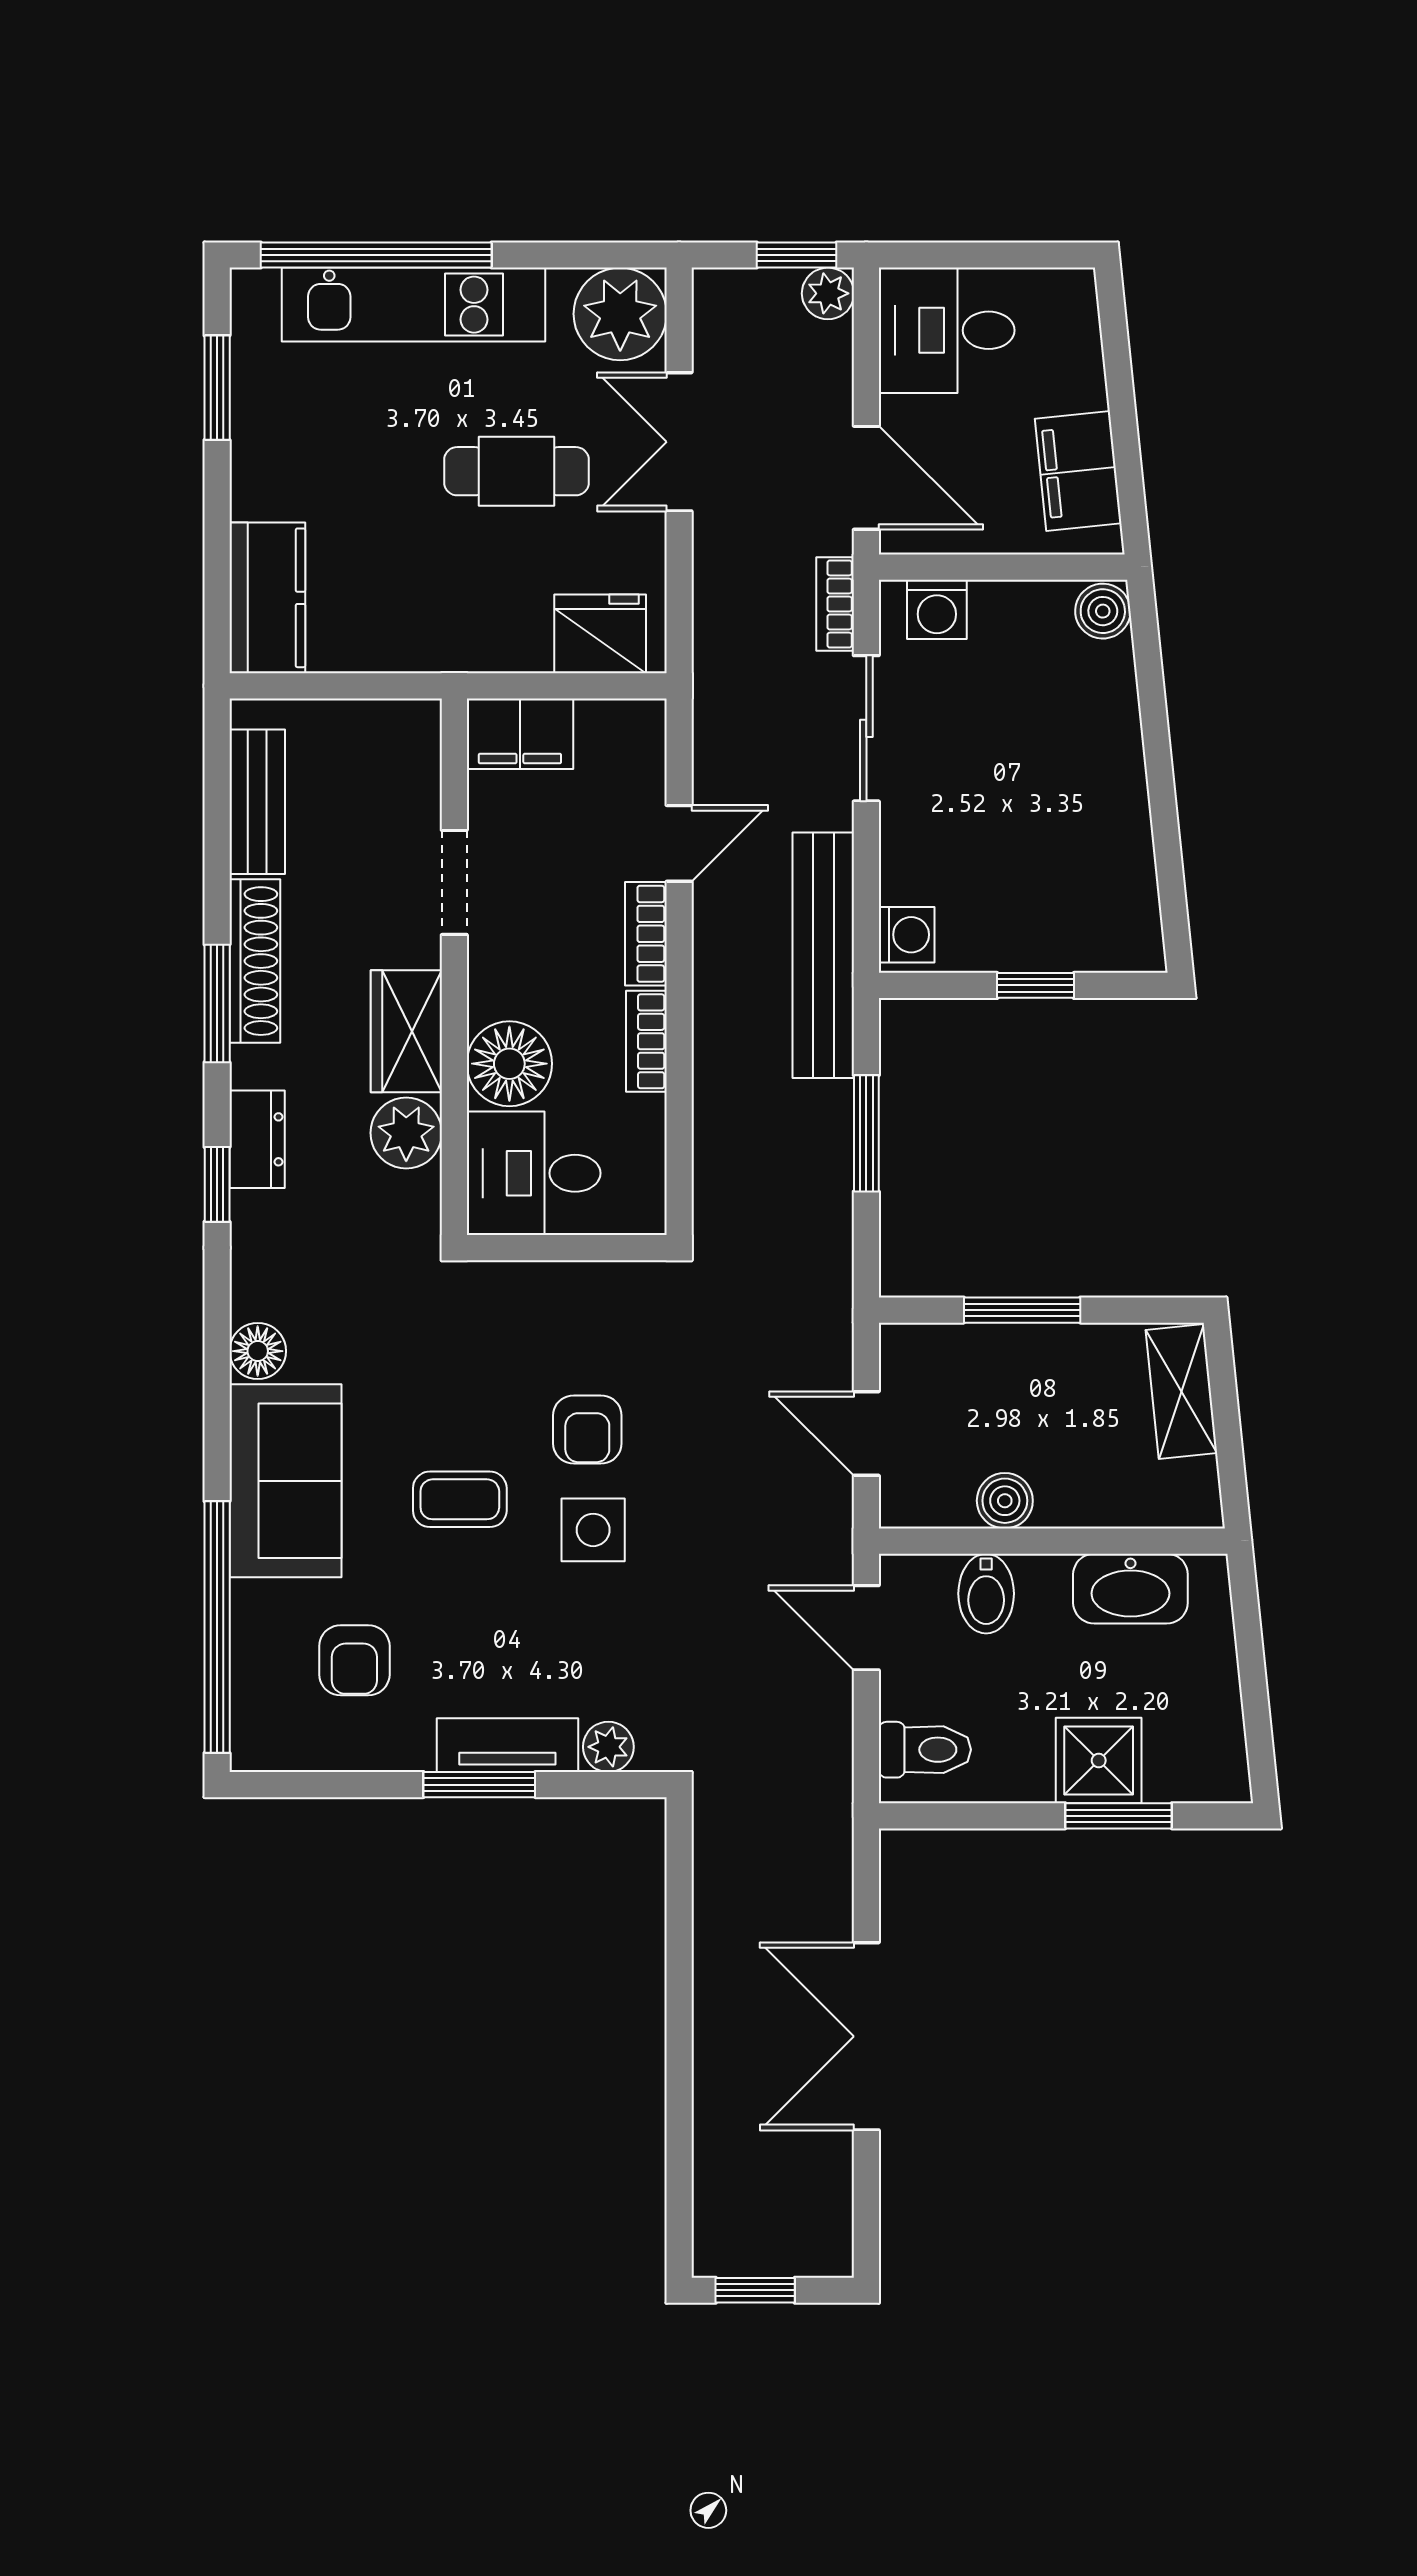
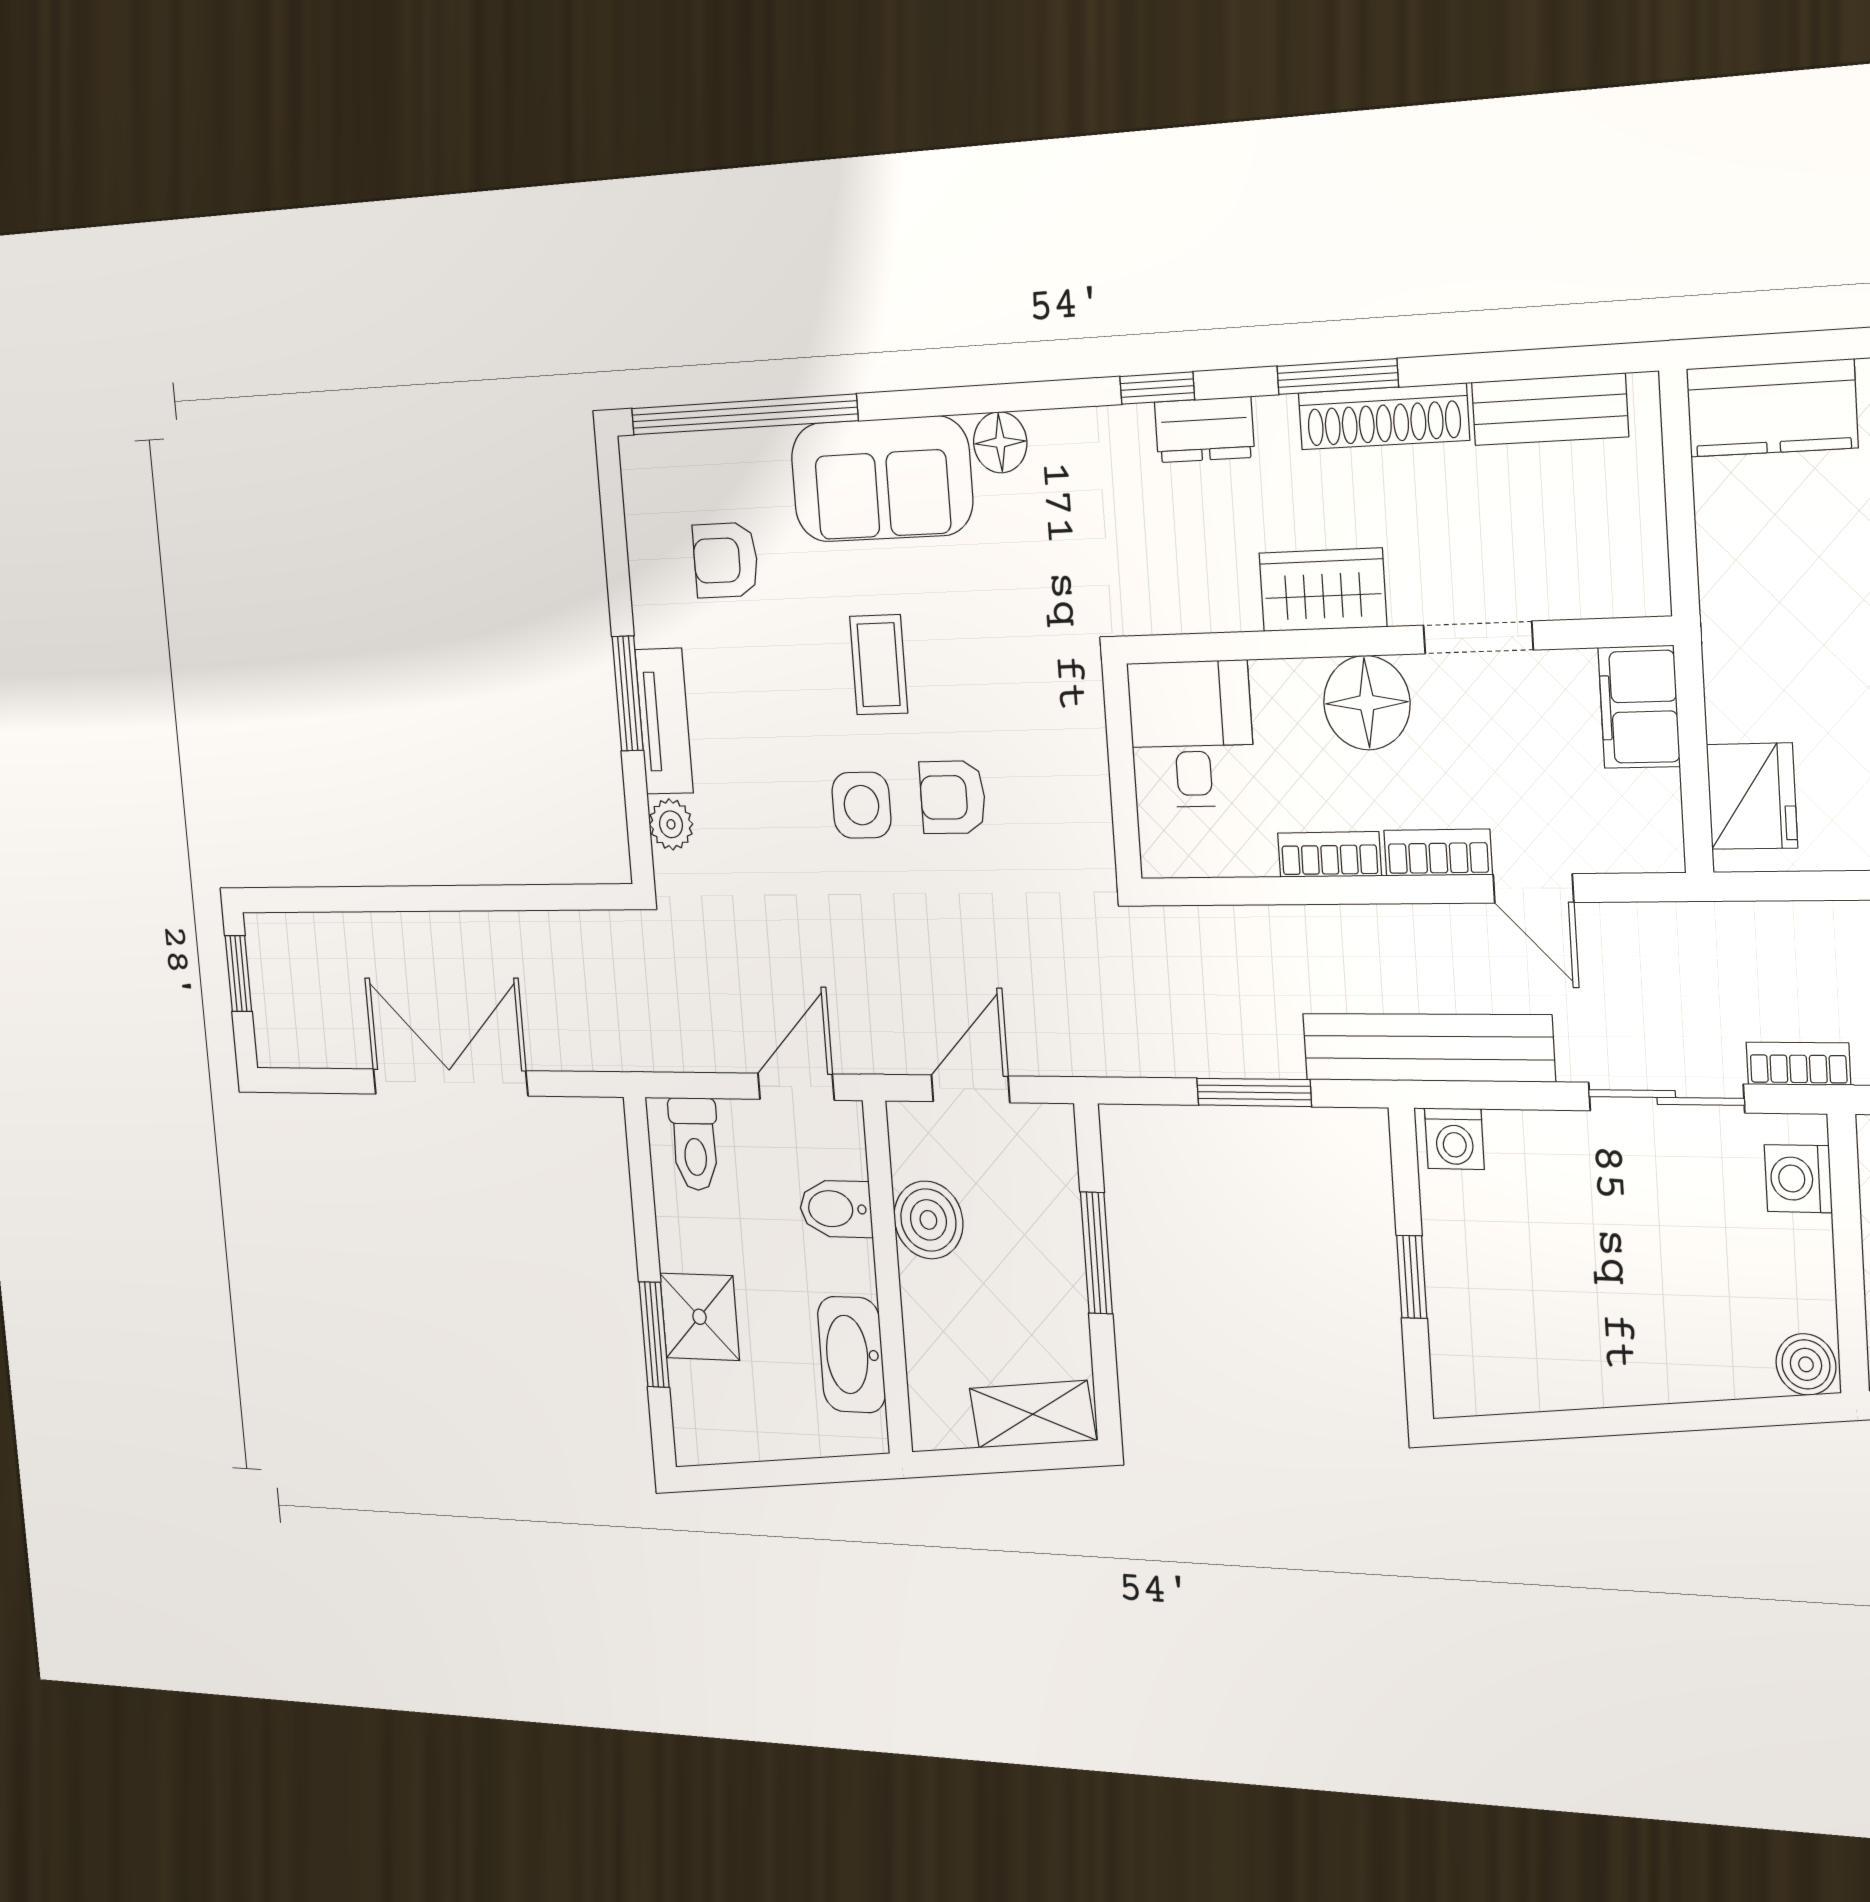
floor lamp: (509, 1064) -> (1367, 703), moved
plant: (406, 1133) -> (1221, 594), removed
boiler: (1005, 1501) -> (928, 1220), width x1.36, depth x1.36

